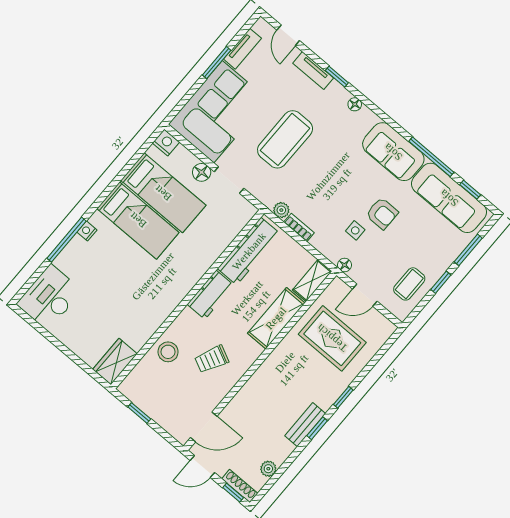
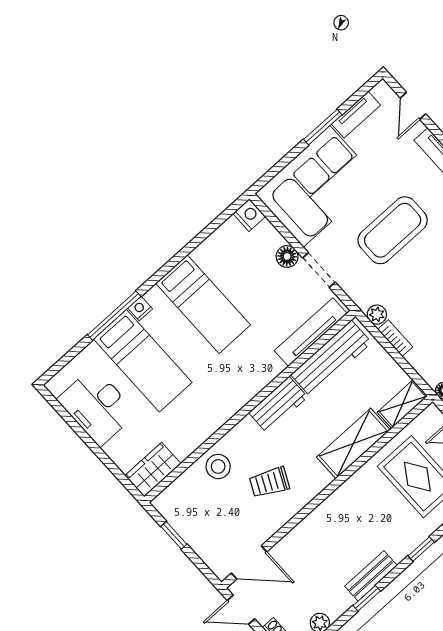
bed: (163, 193) -> (143, 361), moved
tv unit: (229, 232) -> (311, 332), added
desk: (49, 297) -> (97, 406), moved, turned -90
window: (317, 428) -> (367, 598), moved

